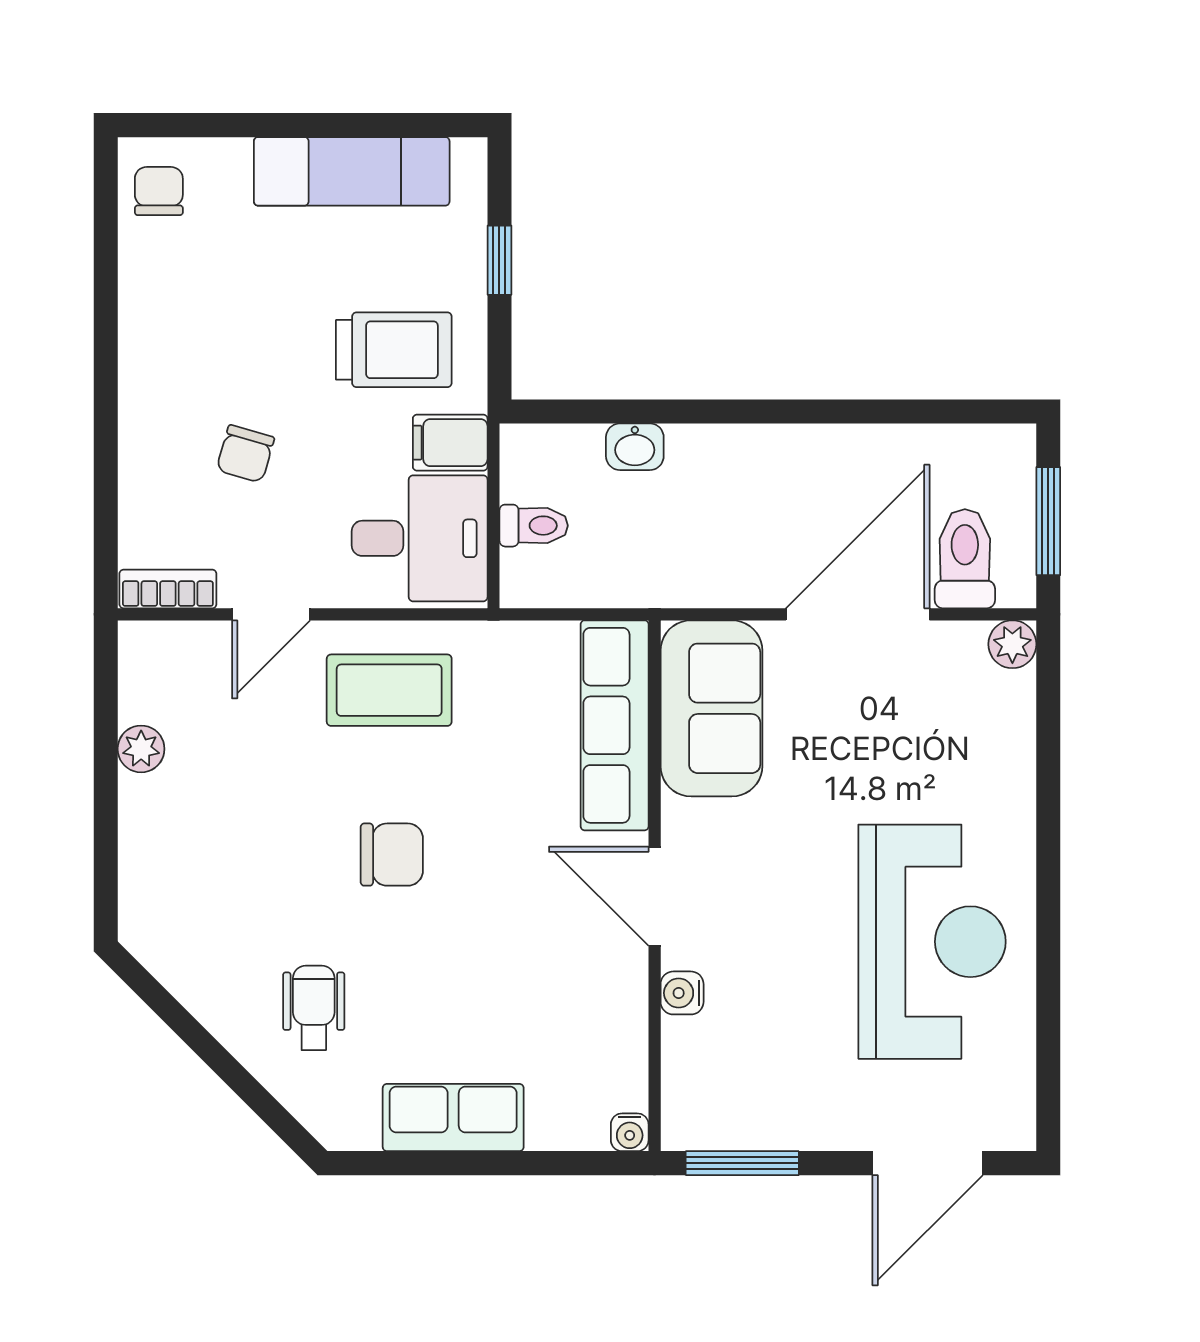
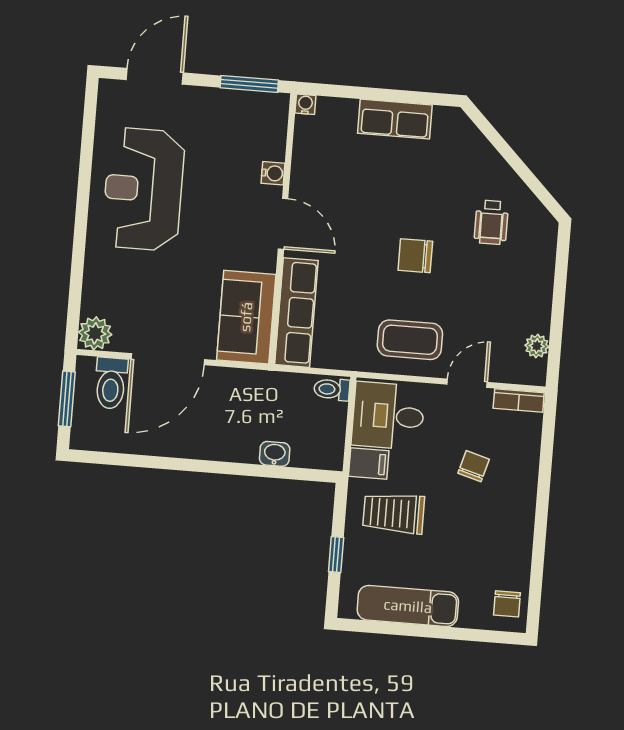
toilet: (534, 526) -> (332, 389), moved
plant: (1012, 644) -> (95, 333), width x1.38, depth x1.38
plant: (141, 749) -> (537, 346), moved
wheelchair: (314, 1008) -> (491, 222), moved

